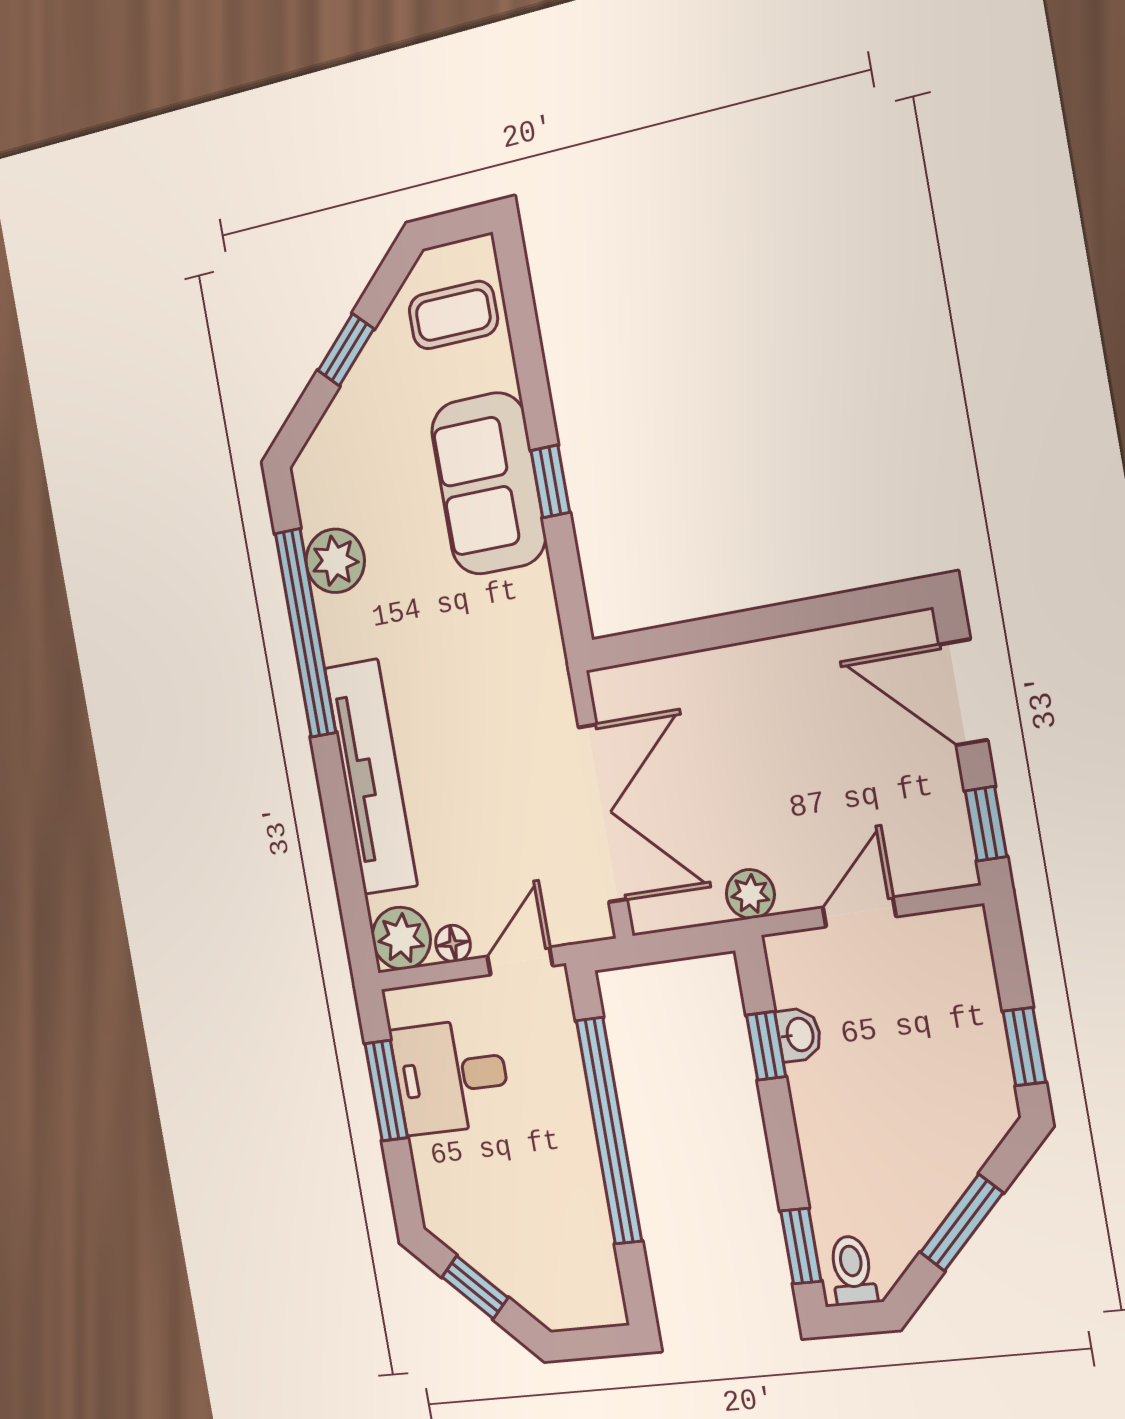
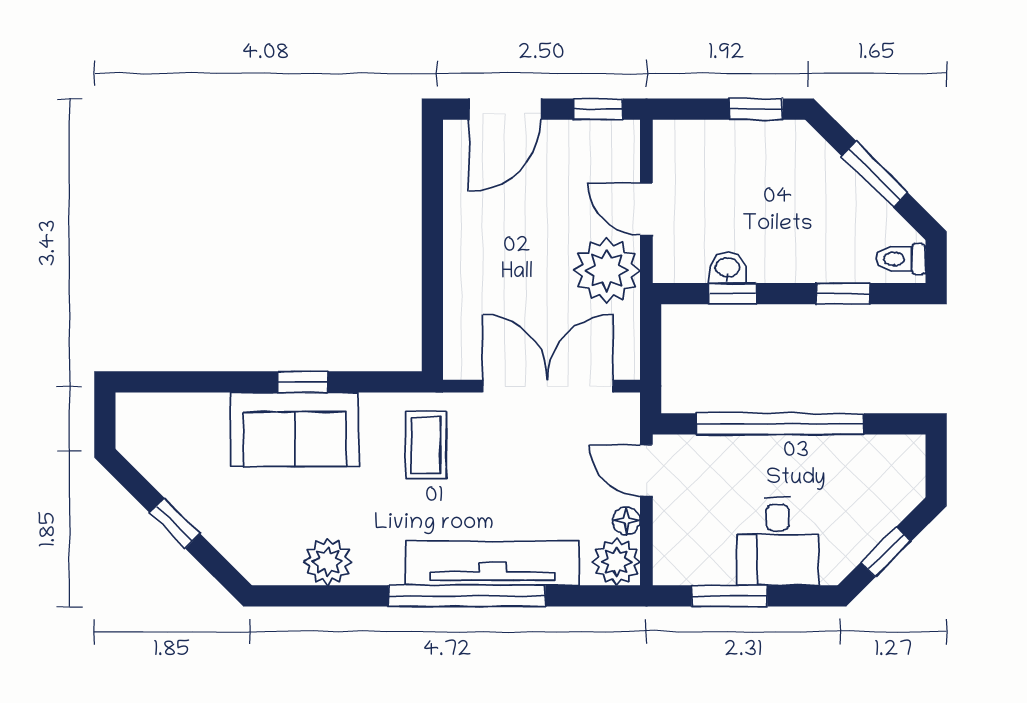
coffee table: (453, 315) -> (426, 445), moved
window: (306, 633) -> (467, 596), moved
plant: (750, 894) -> (607, 270), width x1.88, depth x1.88
desk: (451, 1076) -> (778, 541), moved
window: (801, 1246) -> (843, 294), moved

